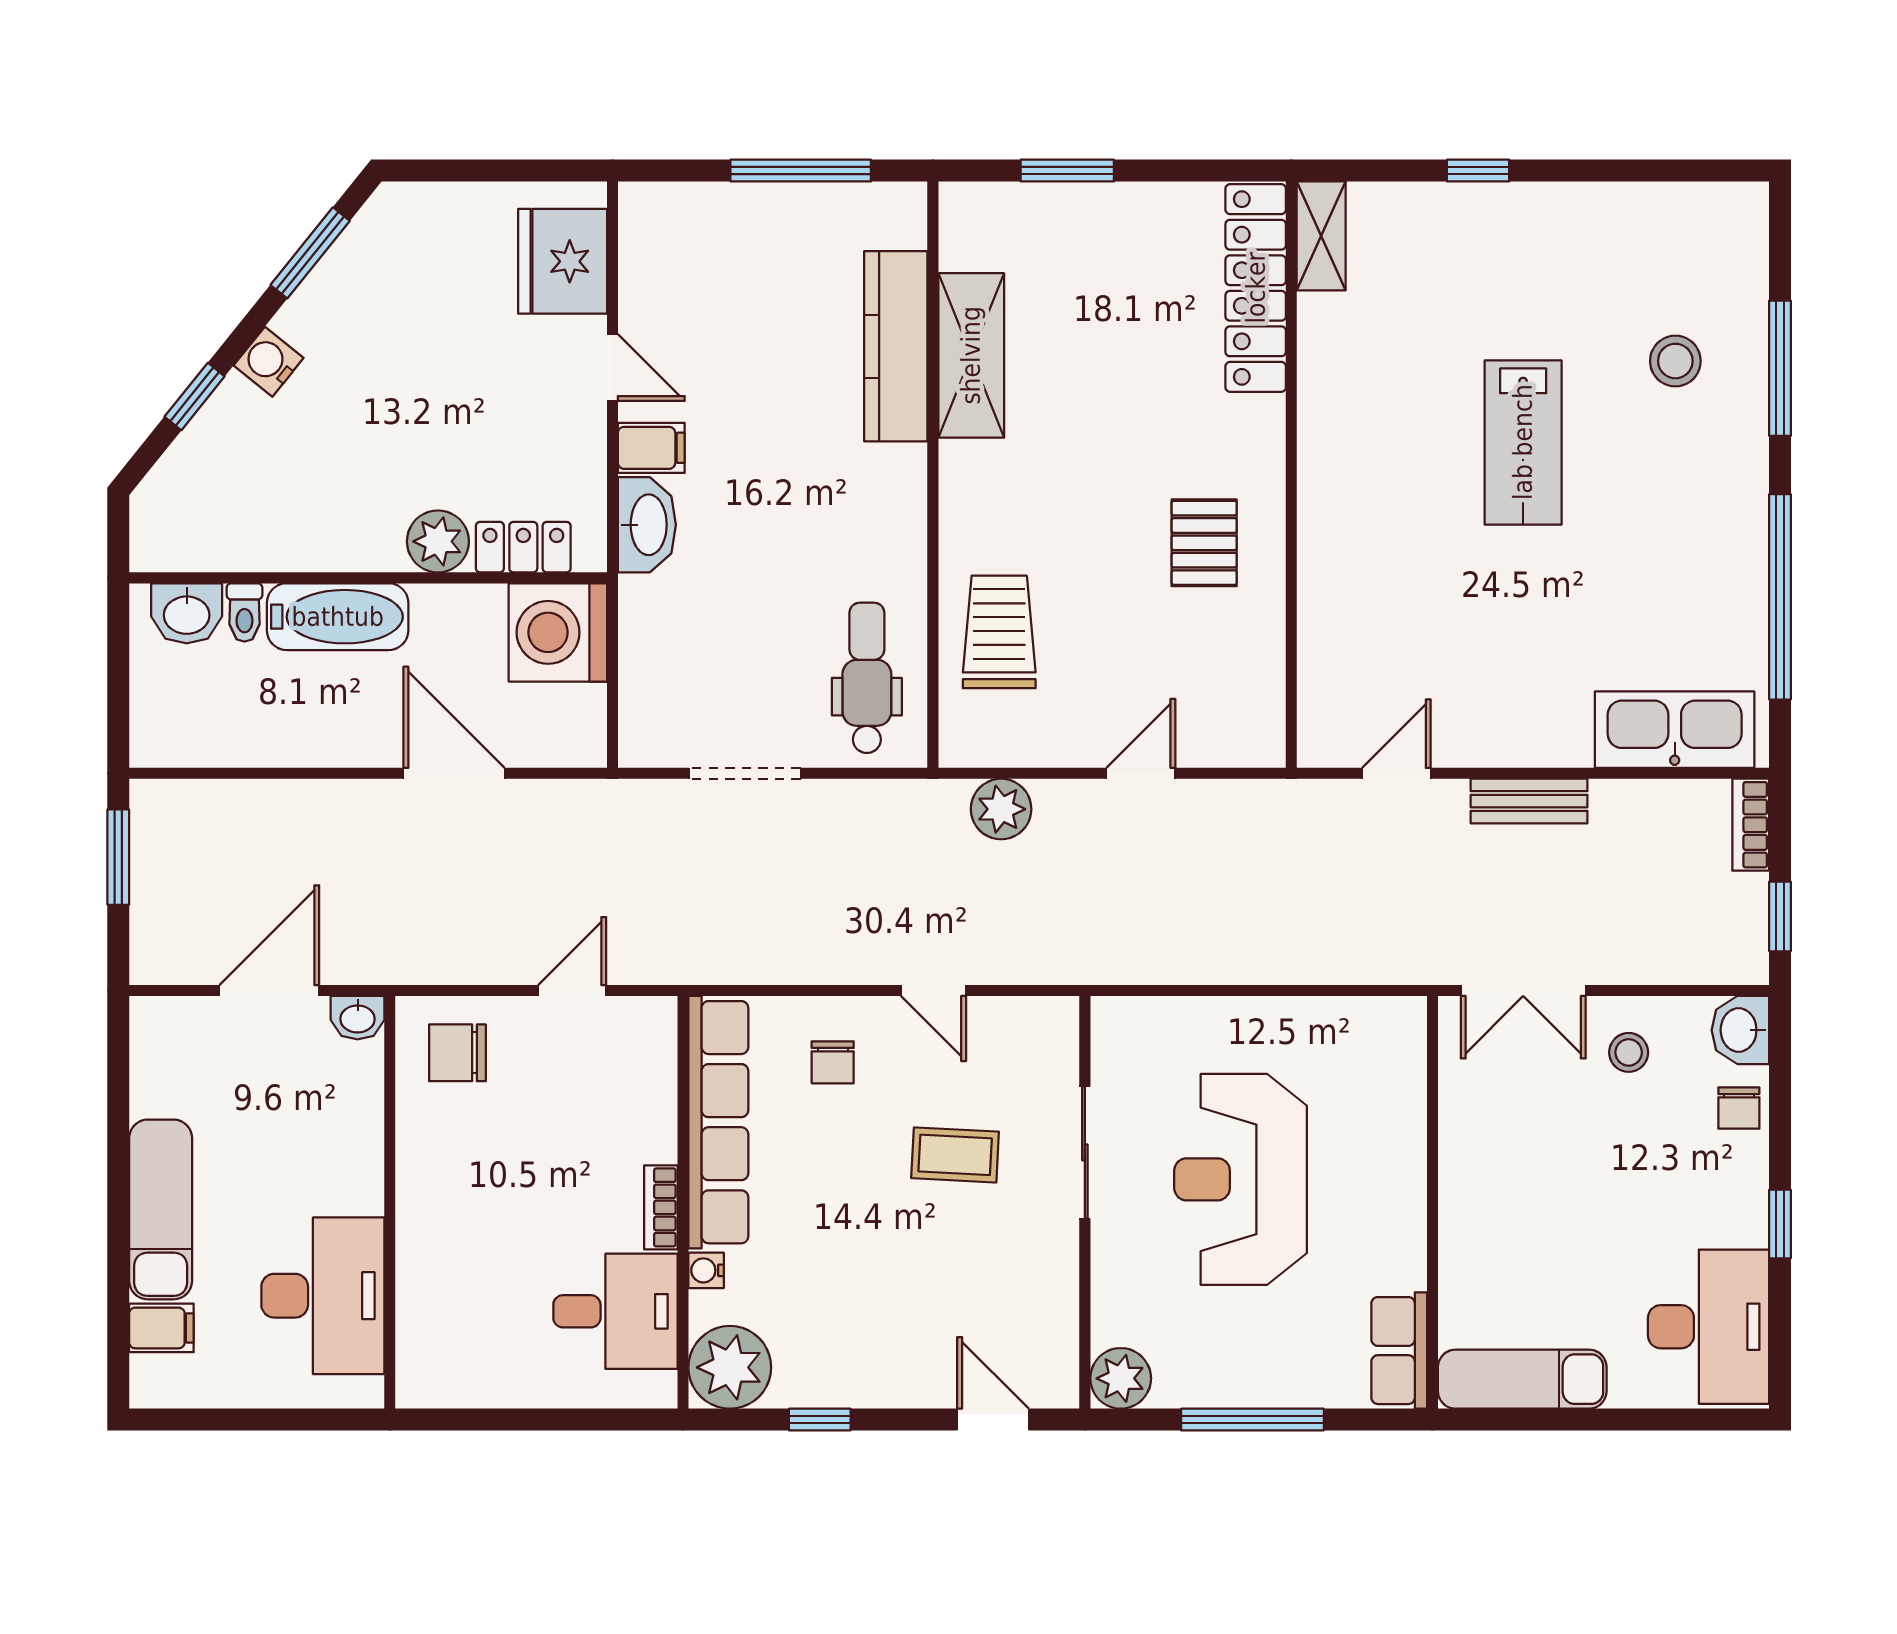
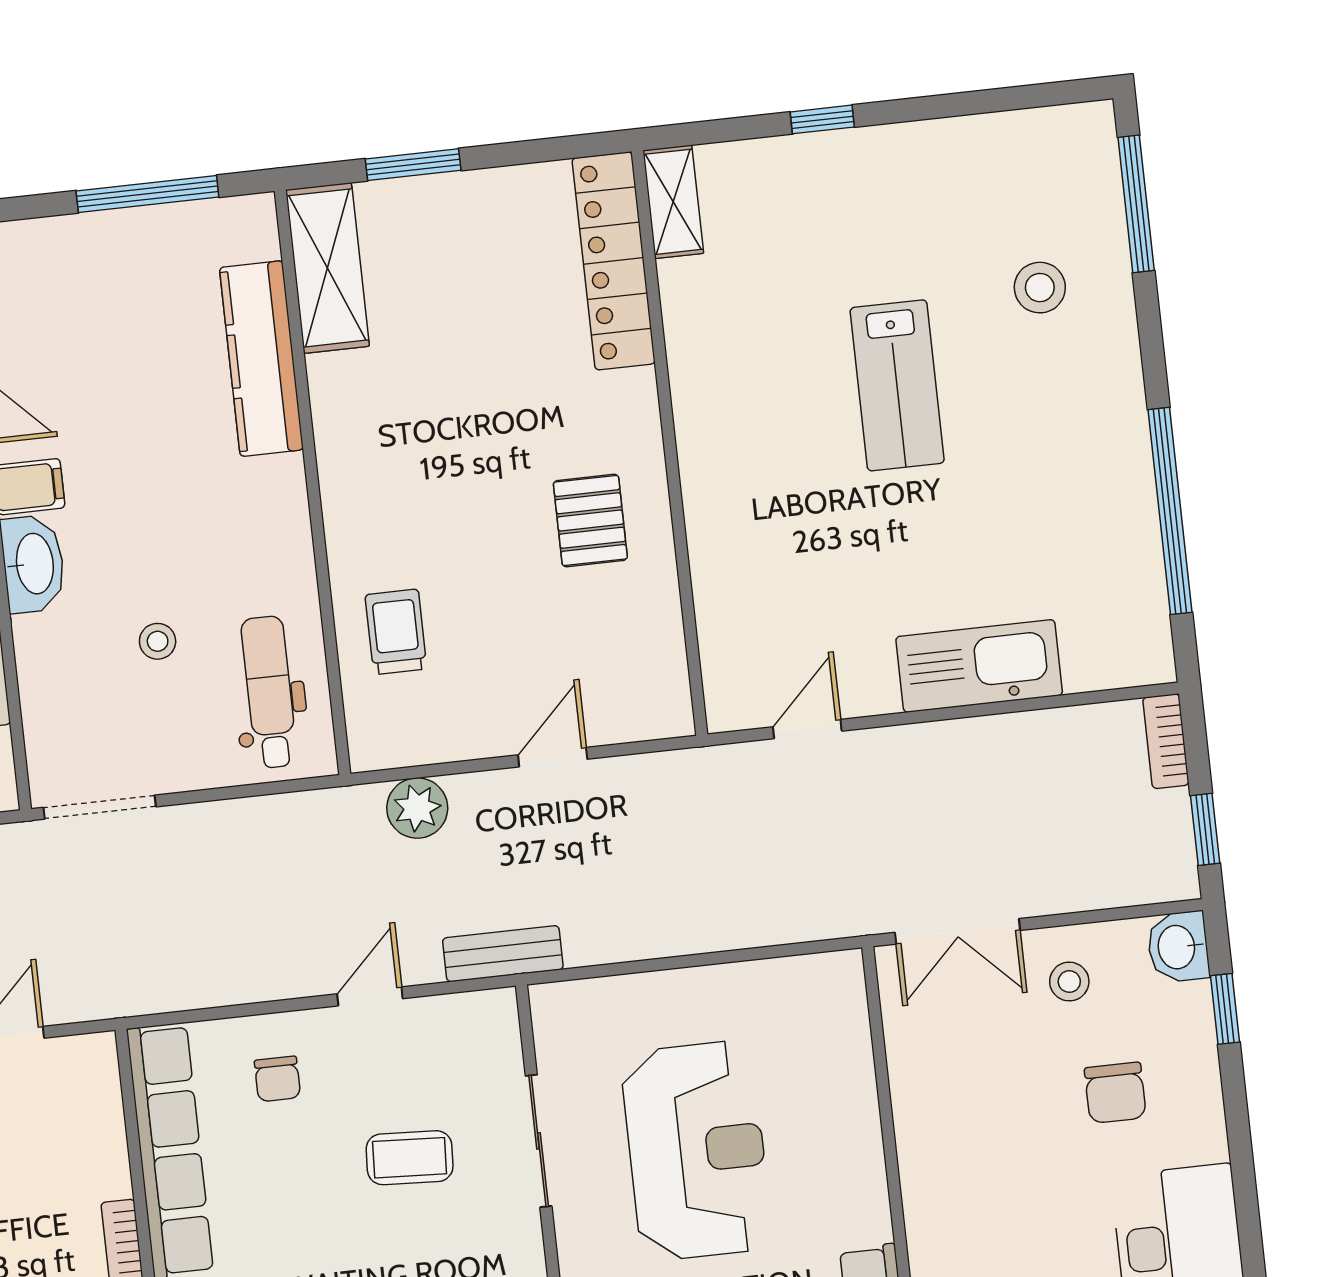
shelving: (971, 355) -> (328, 268), moved
window: (1780, 368) -> (1136, 204), moved
stool: (762, 615) -> (158, 641), added
trolley: (999, 632) -> (396, 632), width x0.73, depth x0.72
kitchen sink: (1675, 730) -> (979, 666), moved
doorway: (745, 773) -> (100, 807), moved
bench: (1529, 801) -> (503, 954), moved
door: (933, 991) -> (370, 996), swing flipped
chair: (1739, 1108) -> (1115, 1093), moved, width x1.37, depth x1.37
reception desk: (1240, 1179) -> (697, 1151), turned 180
window: (1780, 1224) -> (1225, 1009), moved

